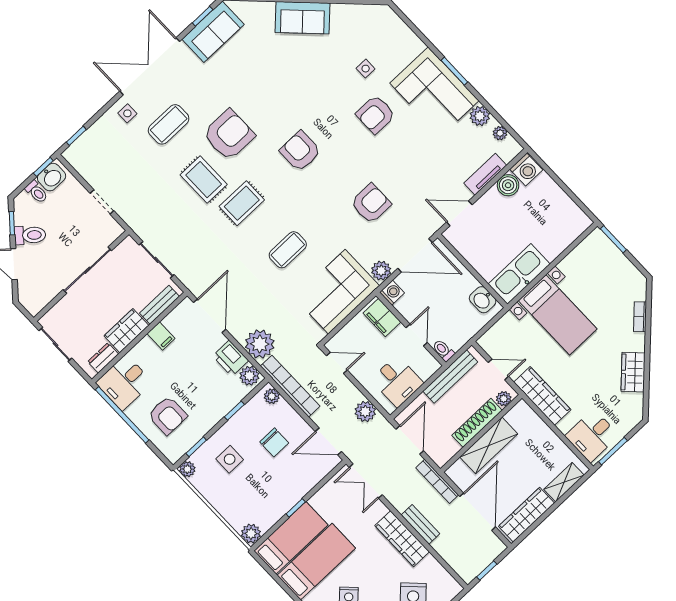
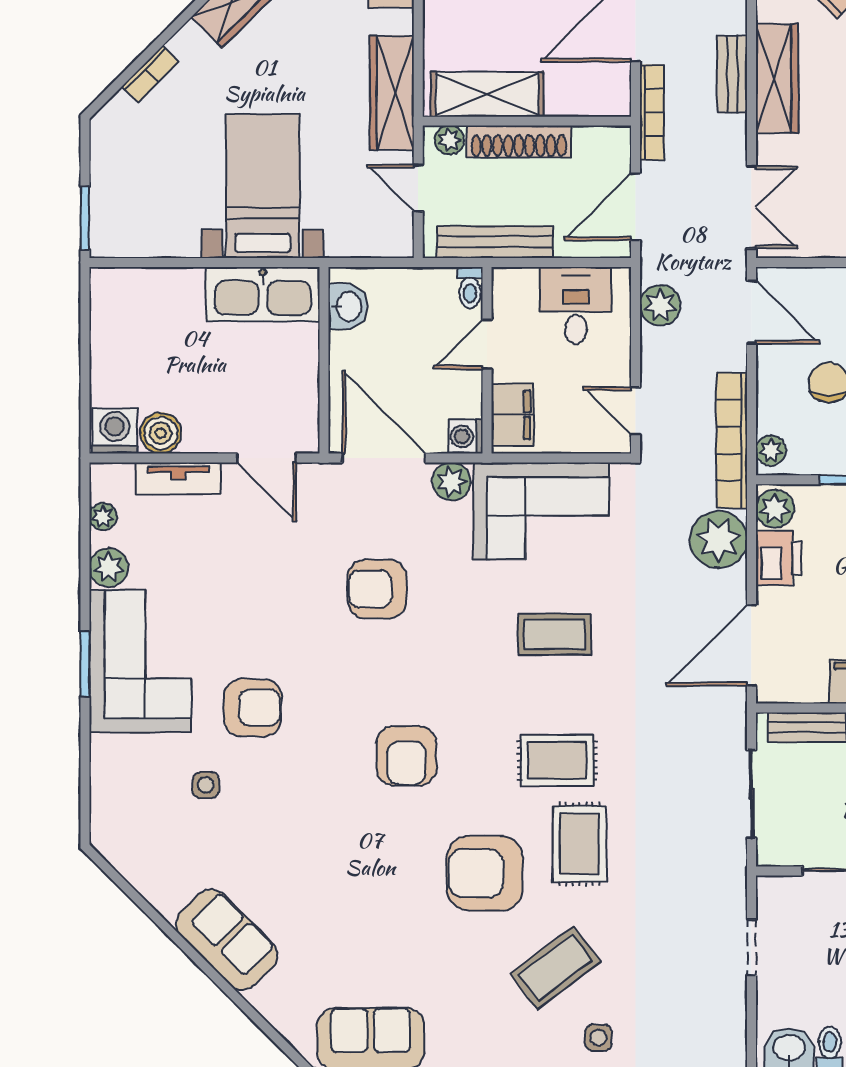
coffee table: (169, 124) -> (555, 968), turned -37
shelving: (489, 445) -> (487, 94), moved

